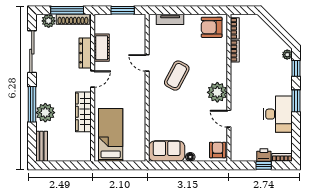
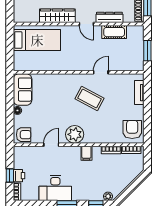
filing cabinet: (238, 79) -> (86, 153), added

